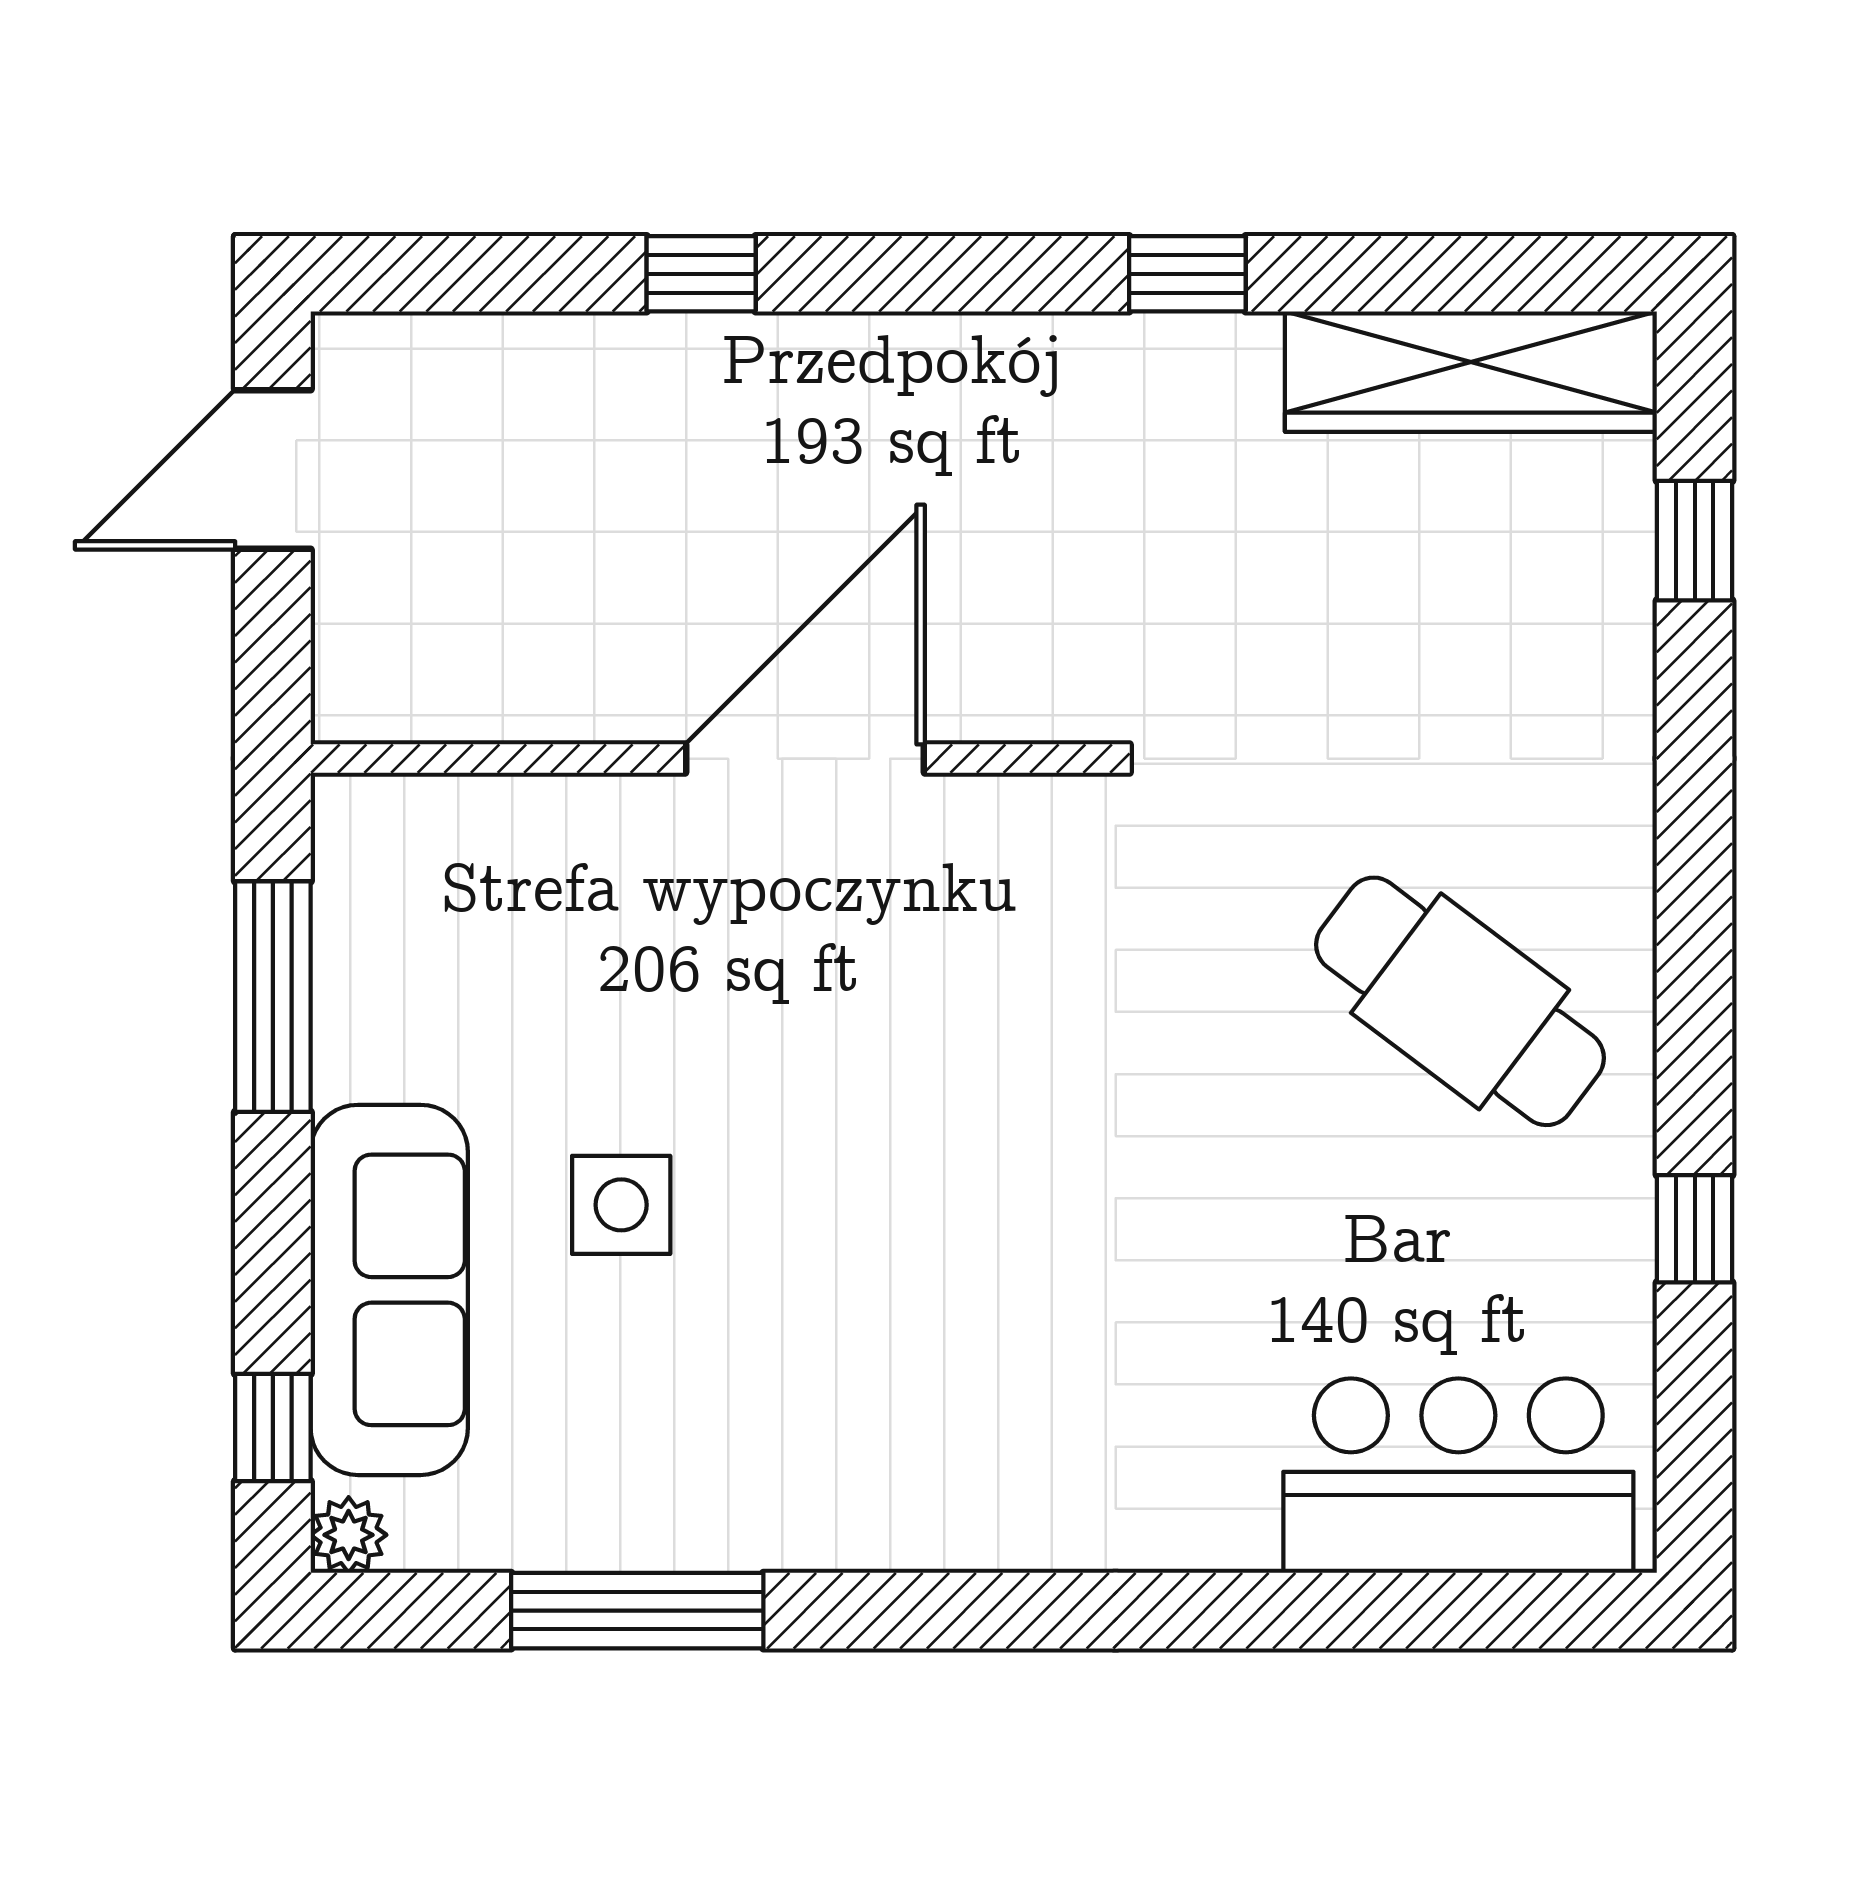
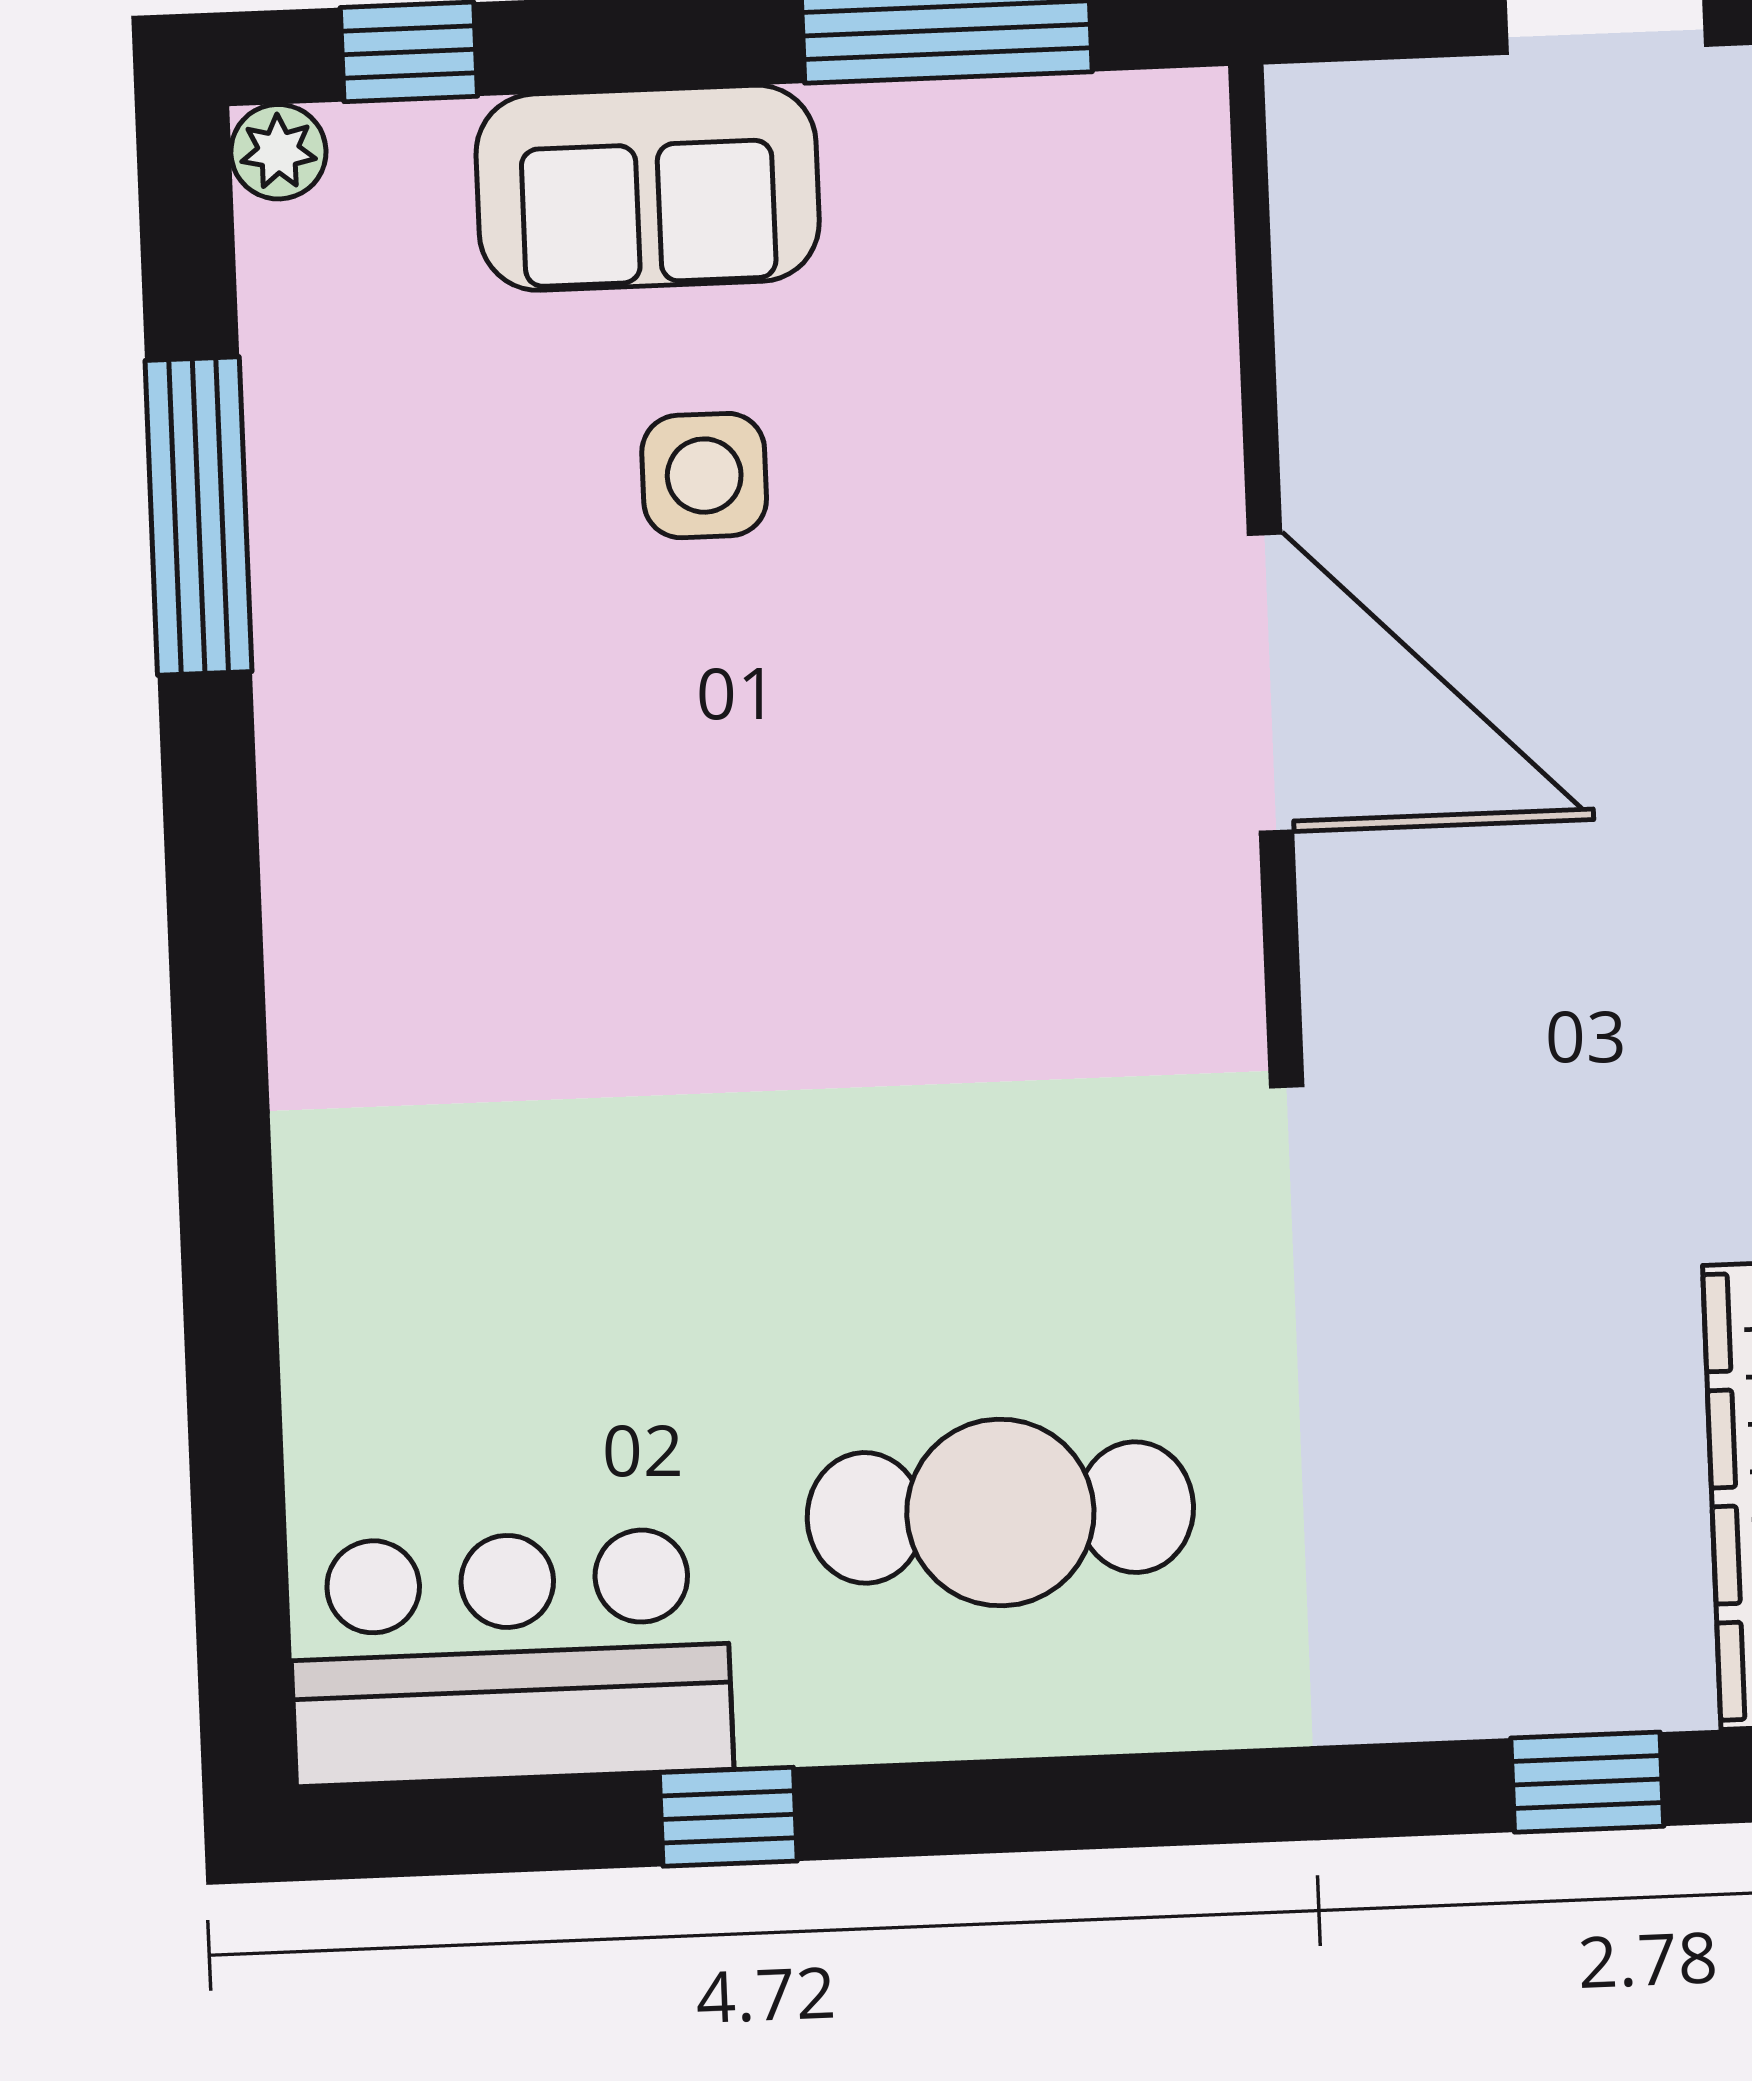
cafe table: (1460, 1001) -> (1000, 1513), turned 53
sofa: (389, 1290) -> (648, 188), width x0.73
bar counter: (1458, 1476) -> (510, 1657), moved, turned -90

